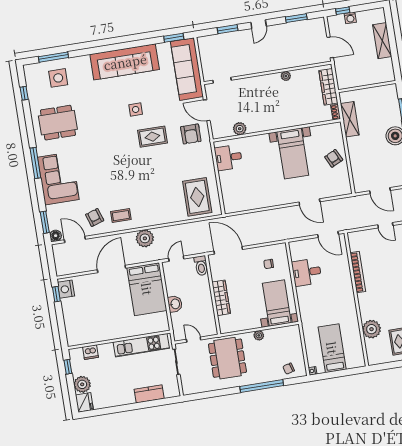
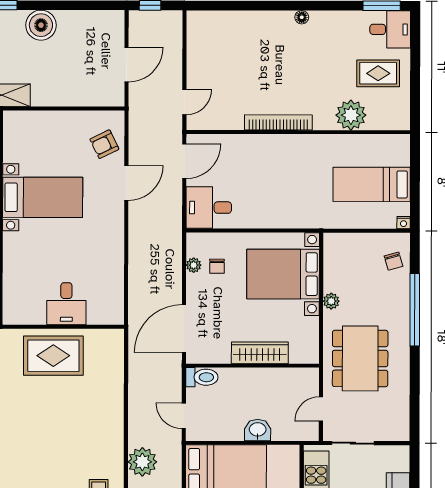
desk: (228, 157) -> (66, 304), moved
armchair: (334, 158) -> (104, 144), moved
rug: (197, 197) -> (53, 356), moved
door: (385, 225) -> (184, 102), moved
plant: (267, 250) -> (194, 265), added
desk: (307, 272) -> (209, 208), moved, turned 90
bookcase: (358, 272) -> (278, 122), moved
bed with nightstands: (277, 303) -> (283, 274), width x1.36
dining table: (227, 358) -> (360, 358), turned 90

